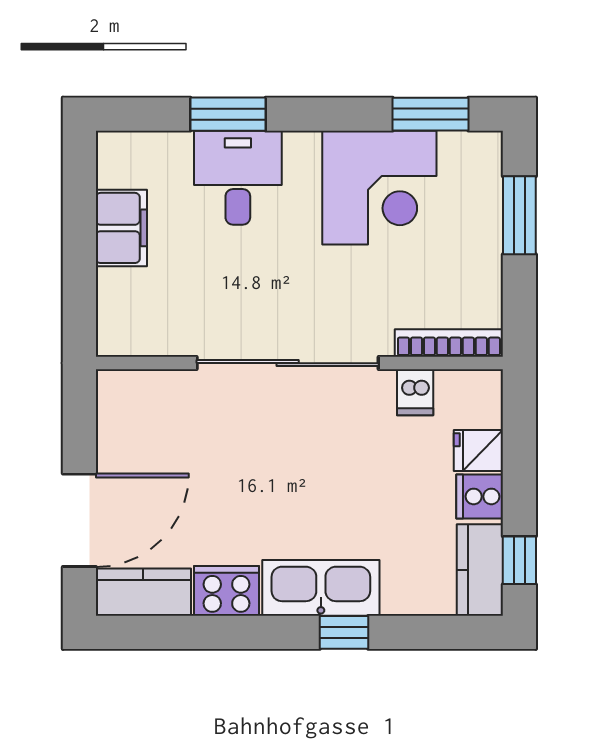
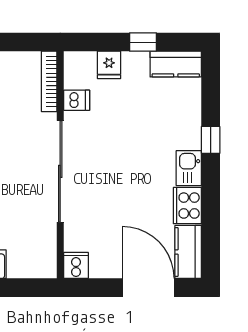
cooker: (480, 496) -> (76, 265), moved, turned 180
window: (519, 560) -> (143, 42), moved
kitchen sink: (321, 588) -> (189, 168), width x0.53, depth x0.81

